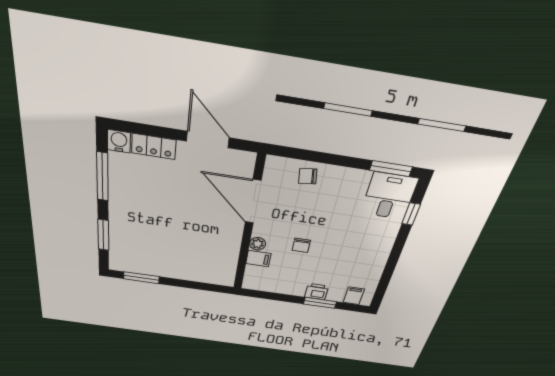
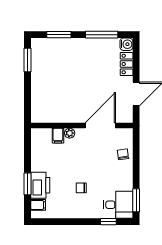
chair: (301, 245) -> (81, 188), moved
printer: (316, 292) -> (40, 185), width x1.87, depth x1.48

